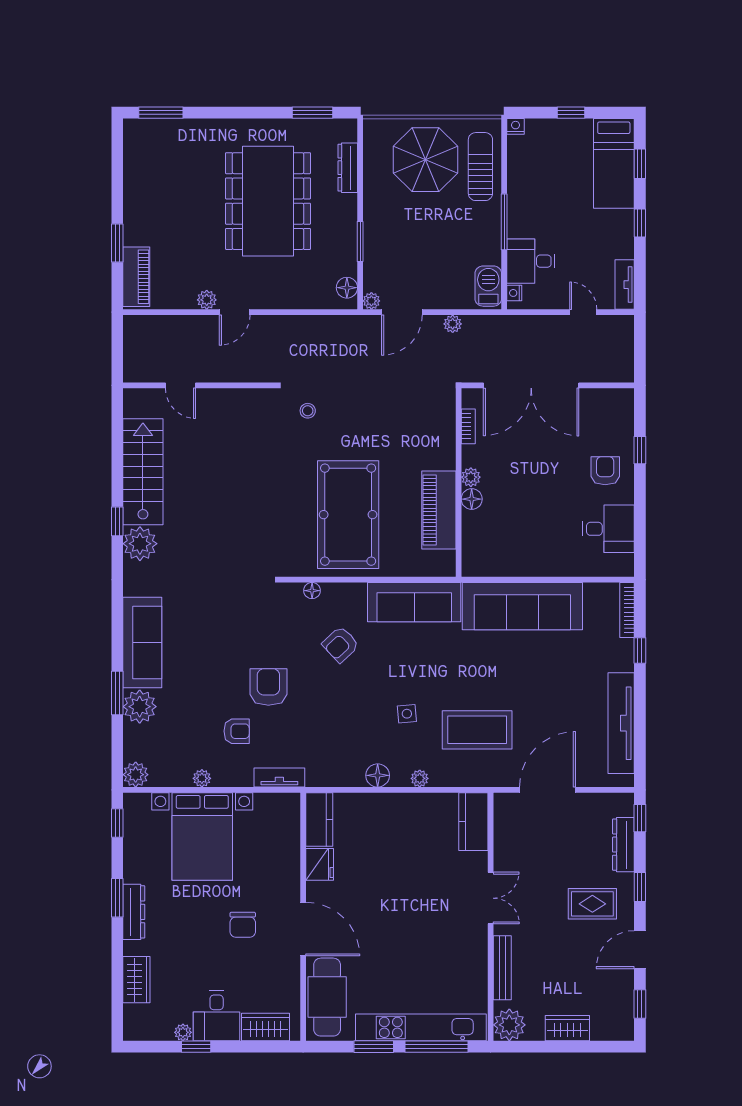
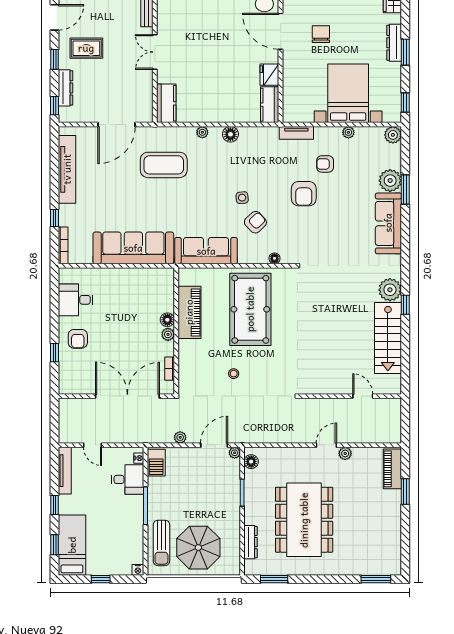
tv unit: (625, 285) -> (65, 471), width x1.41
stool: (308, 411) -> (234, 374), moved
side table: (407, 714) -> (242, 198), moved

